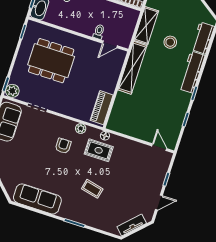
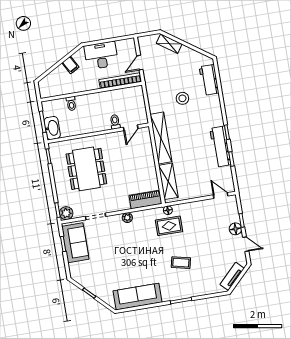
shelving: (146, 26) -> (168, 181), moved
dining table: (51, 61) -> (86, 169), turned 90
workbench: (192, 72) -> (220, 147), moved
piano: (102, 108) -> (146, 200), moved, turned 90
plant: (81, 128) -> (127, 218), moved
armchair: (63, 146) -> (136, 238), removed
floor lamp: (157, 184) -> (235, 229), added
door: (159, 203) -> (246, 244), hinge flipped

